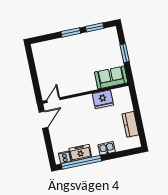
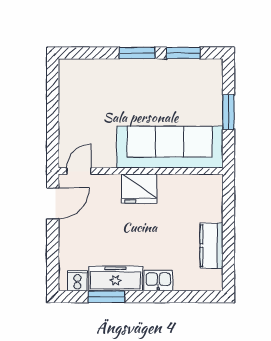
sofa: (111, 77) -> (170, 147), width x1.85, depth x1.27
fridge: (103, 99) -> (139, 189), moved
freezer: (80, 153) -> (116, 278), width x1.40
window: (81, 162) -> (106, 297), width x0.47

